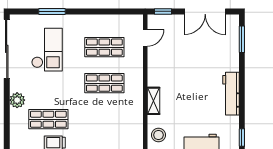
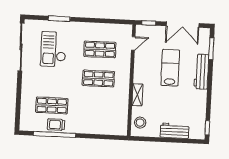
checkout: (47, 50) -> (53, 49), turned 180
lab bench: (192, 65) -> (170, 68), added
workbench: (231, 94) -> (201, 72), moved
plant: (17, 100) -> (27, 89), removed

